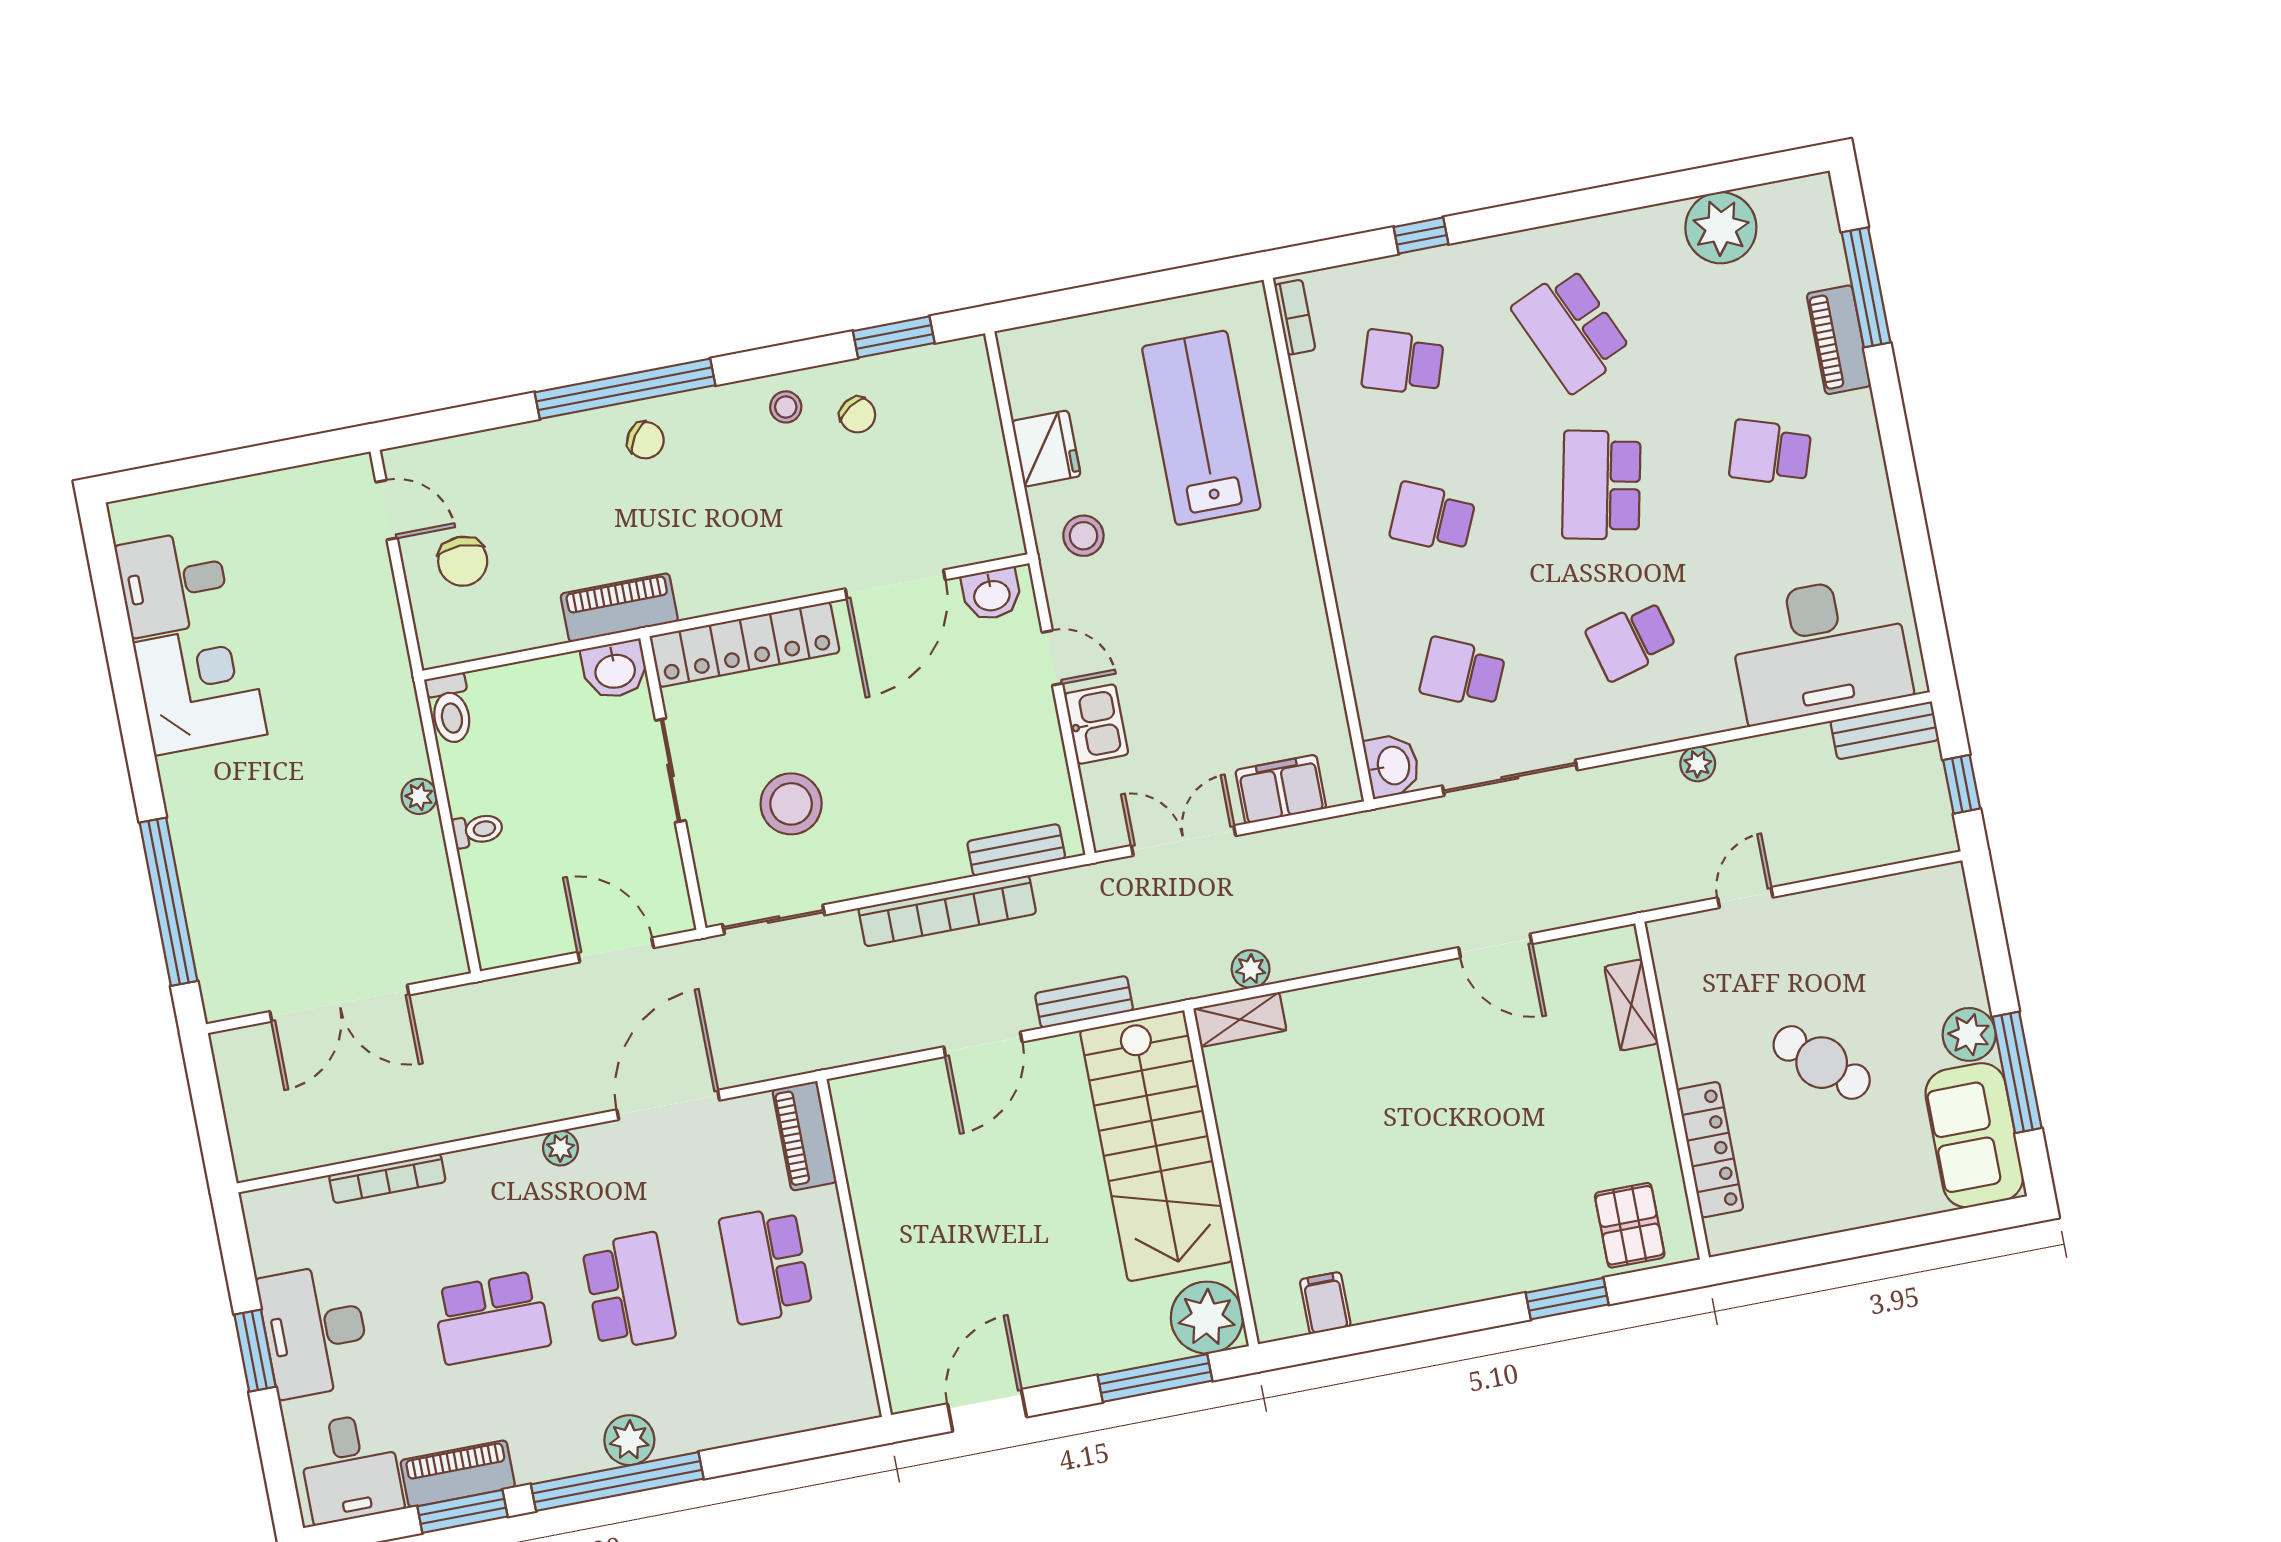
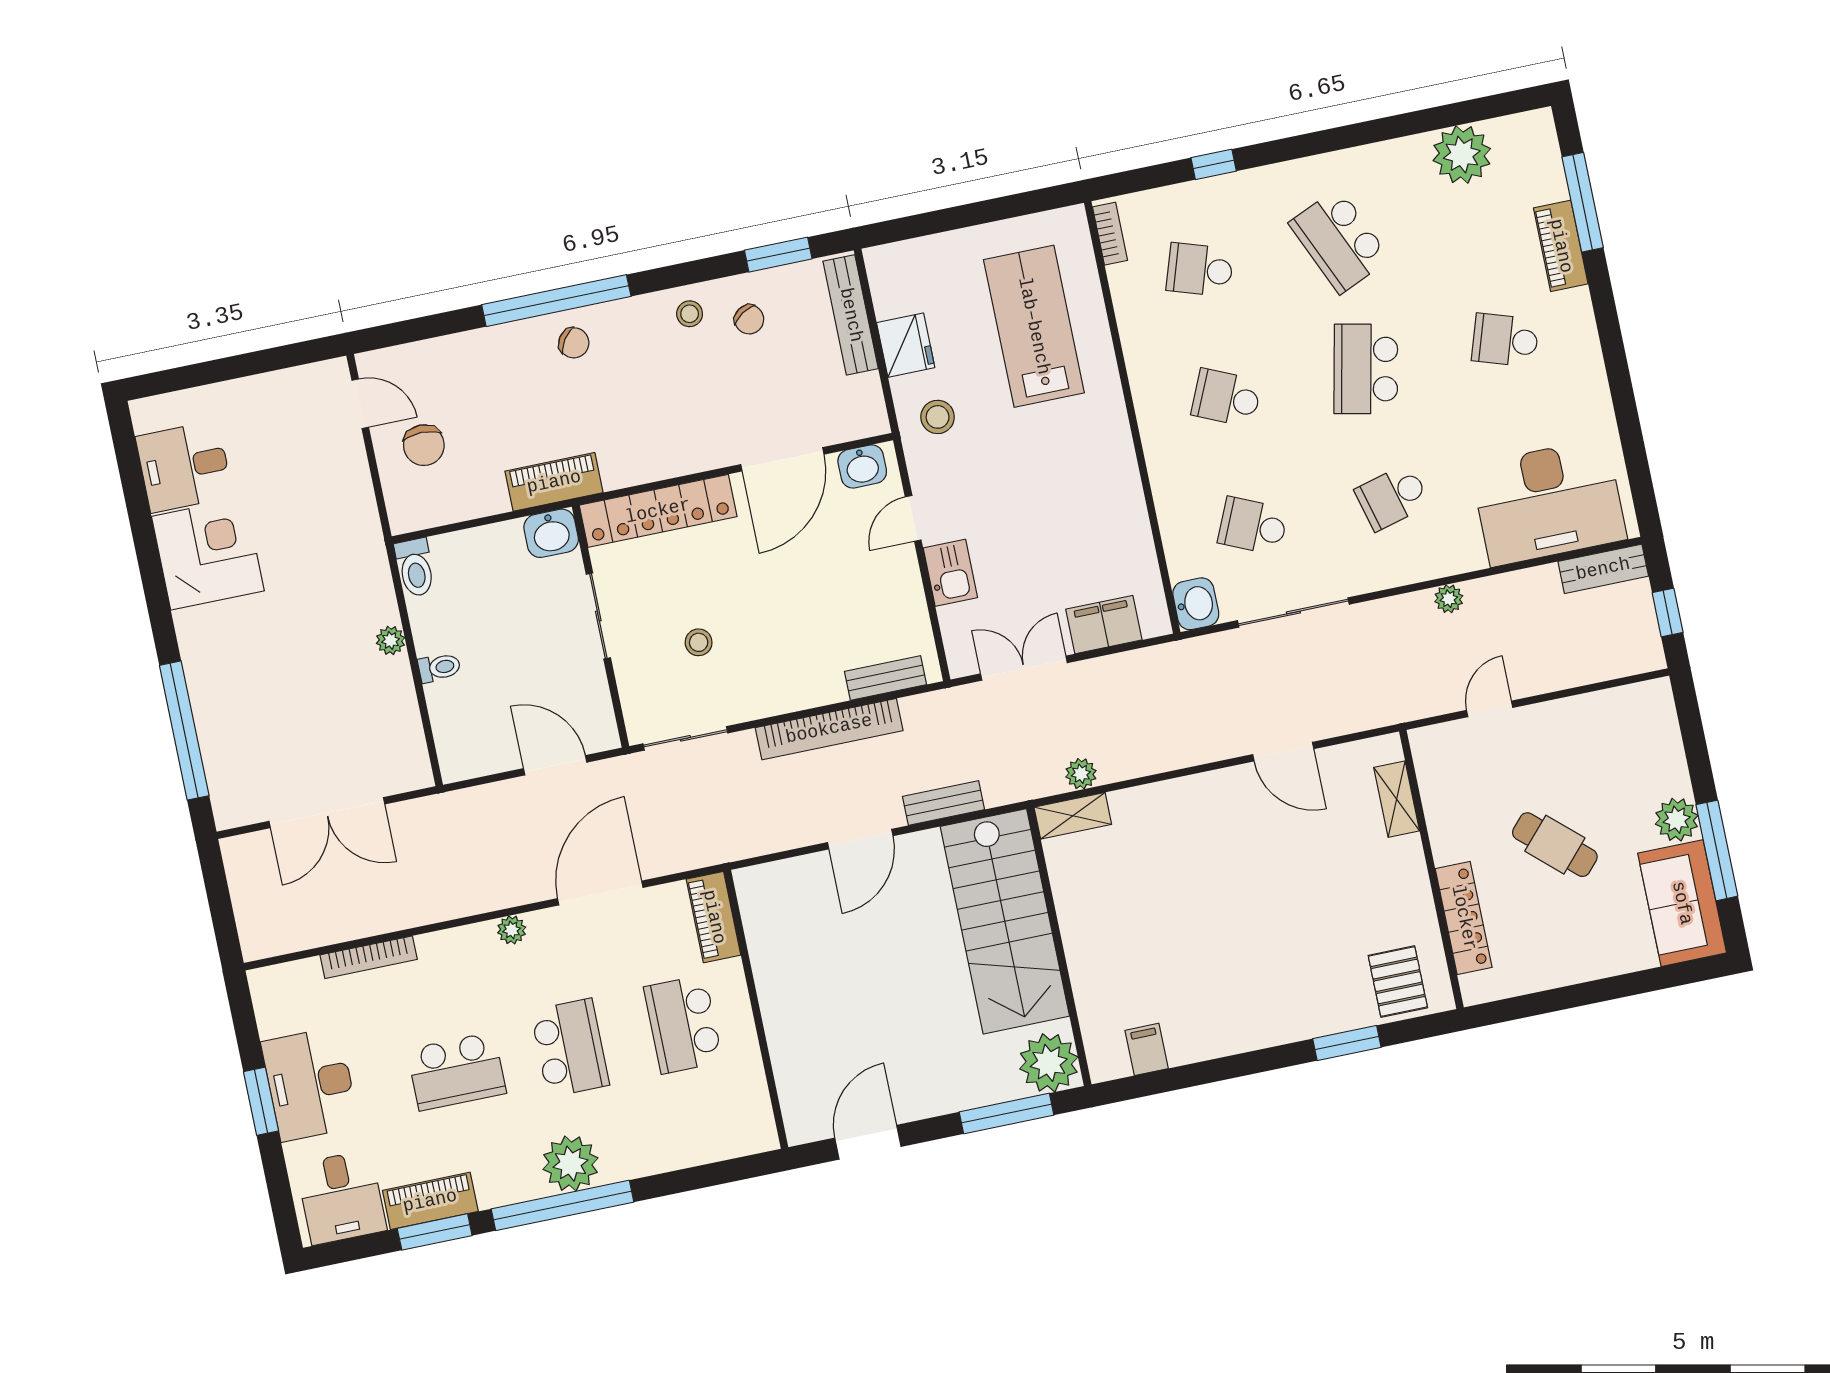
bench: (980, 411) -> (851, 315), added
door: (1052, 658) -> (913, 518), swing flipped
stool: (791, 804) -> (699, 642), width x0.53, depth x0.53
plant: (629, 1440) -> (570, 1164), width x1.36, depth x1.36

